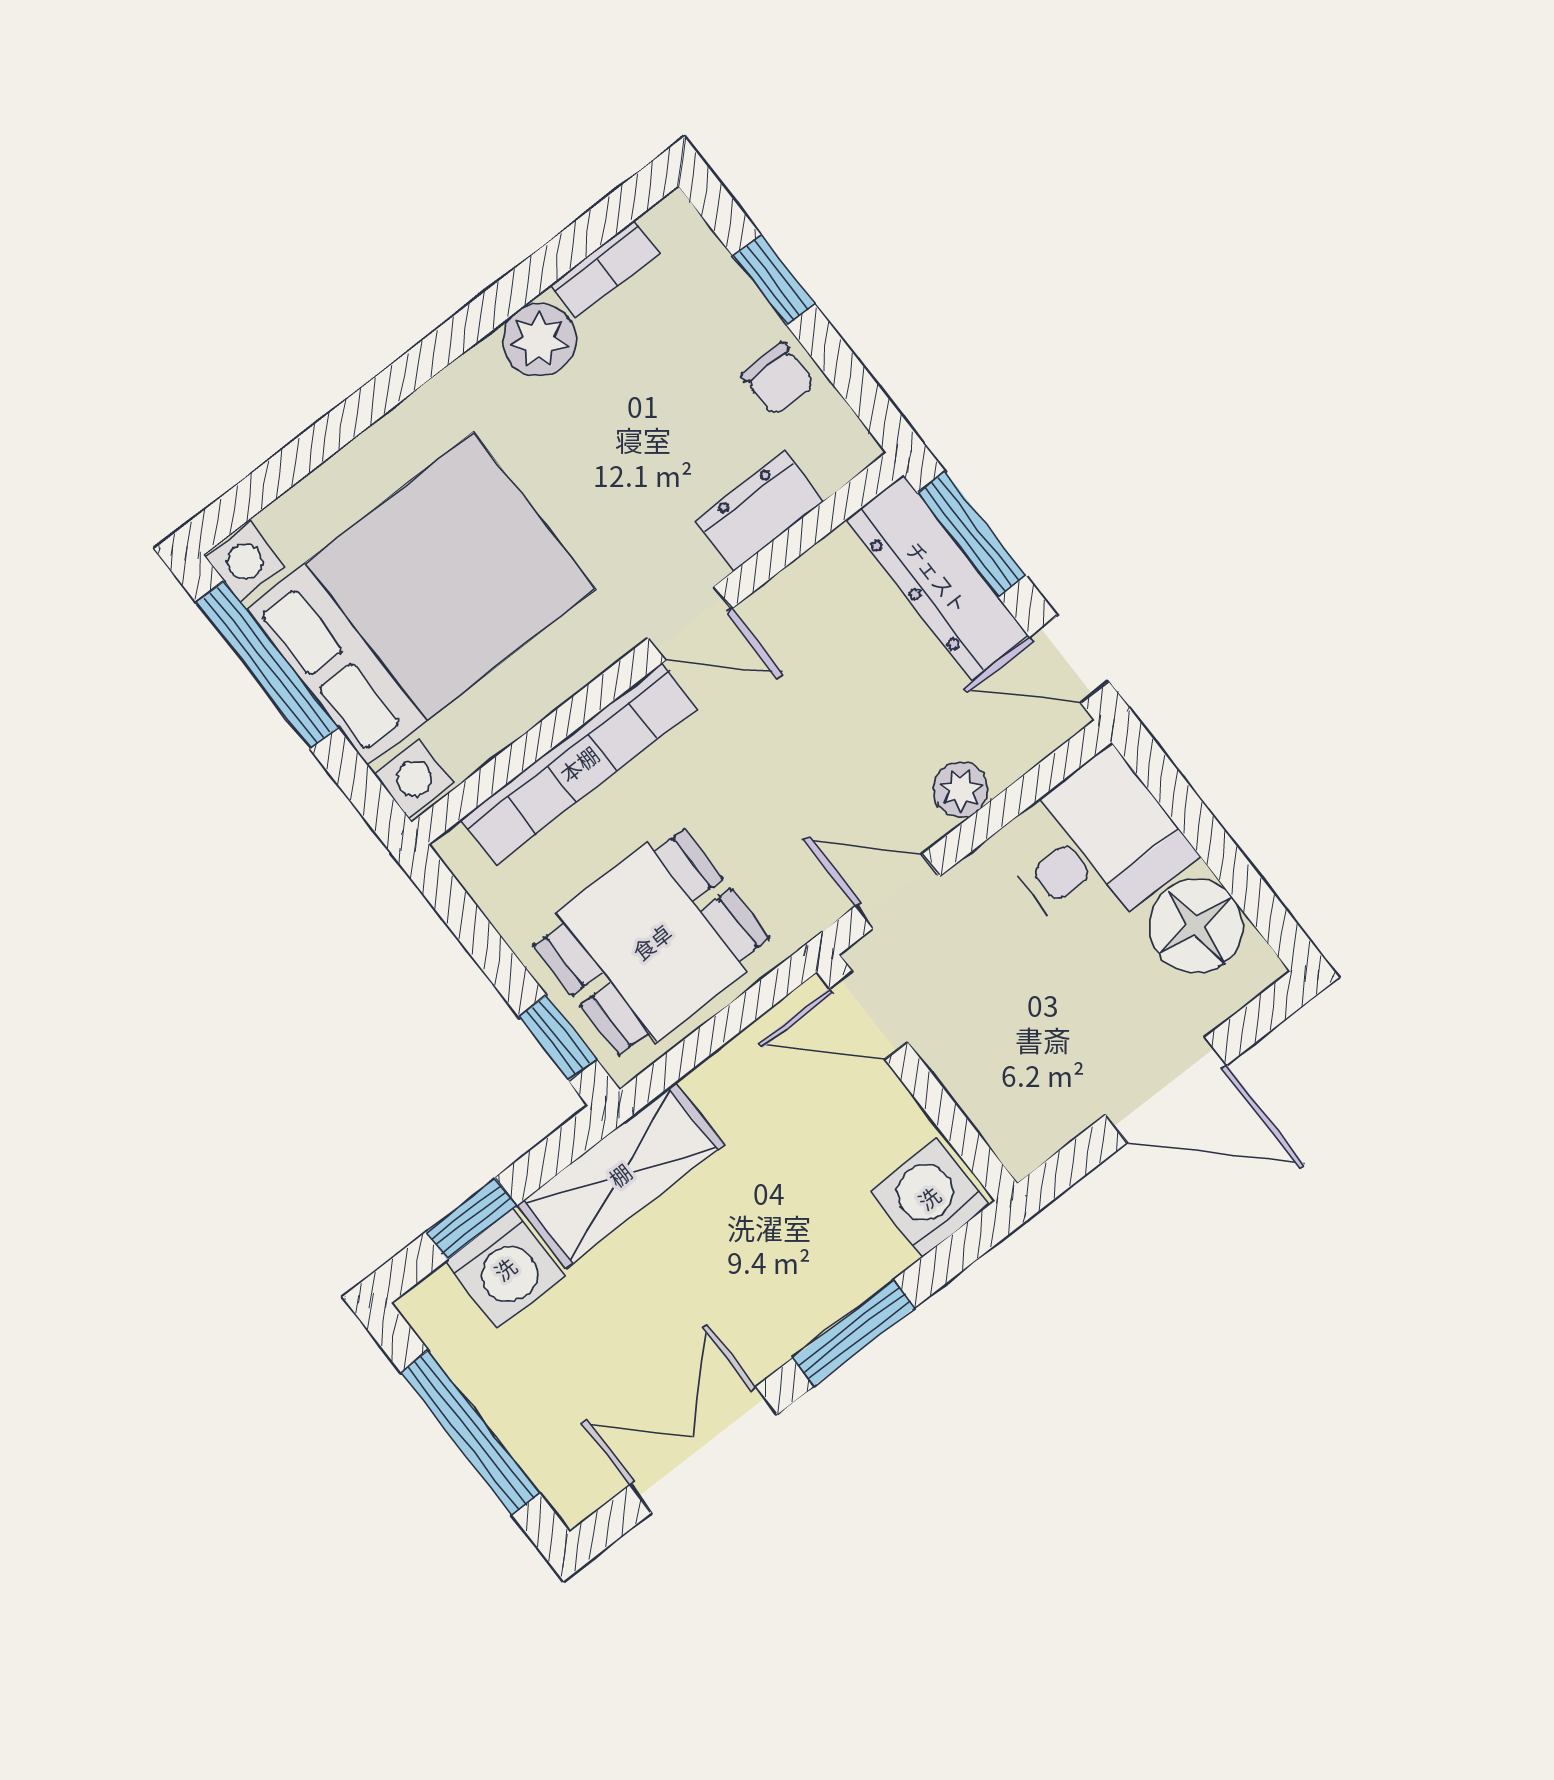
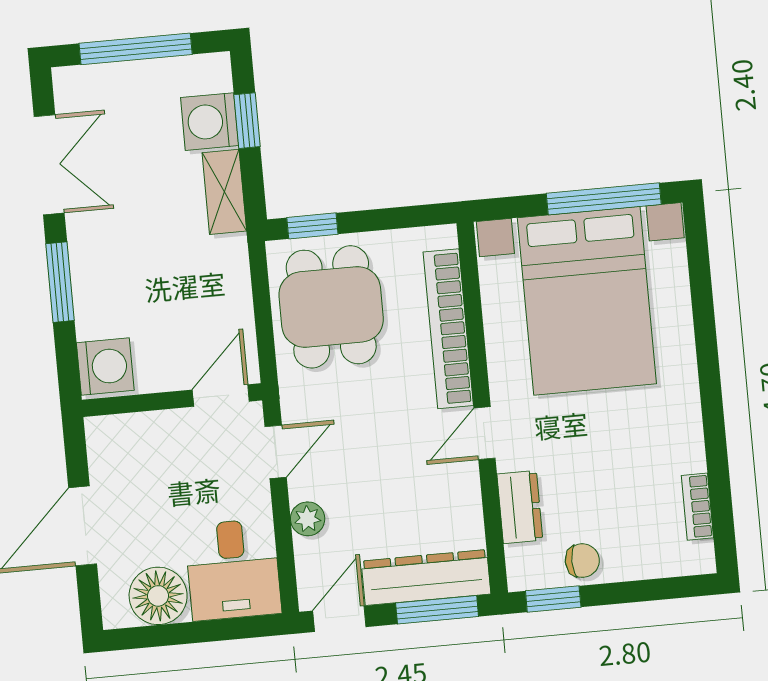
window: (774, 280) -> (553, 599), moved
plant: (539, 340) -> (683, 449), removed
chair: (778, 379) -> (582, 561), turned 180
shelving: (620, 1175) -> (224, 192), width x0.67, depth x0.75

